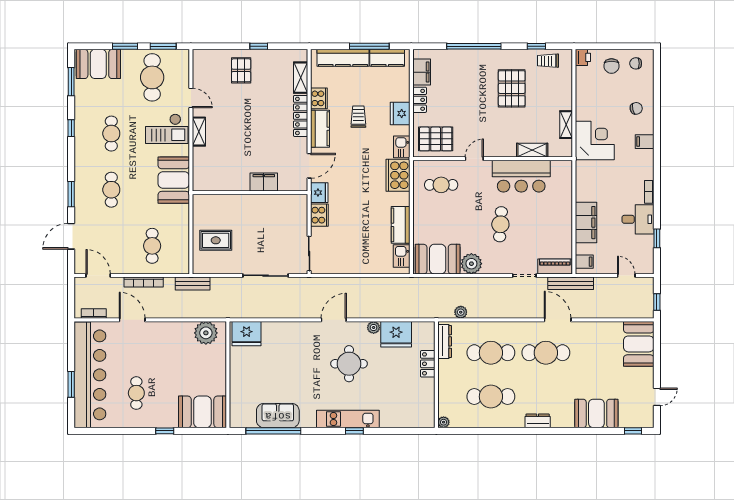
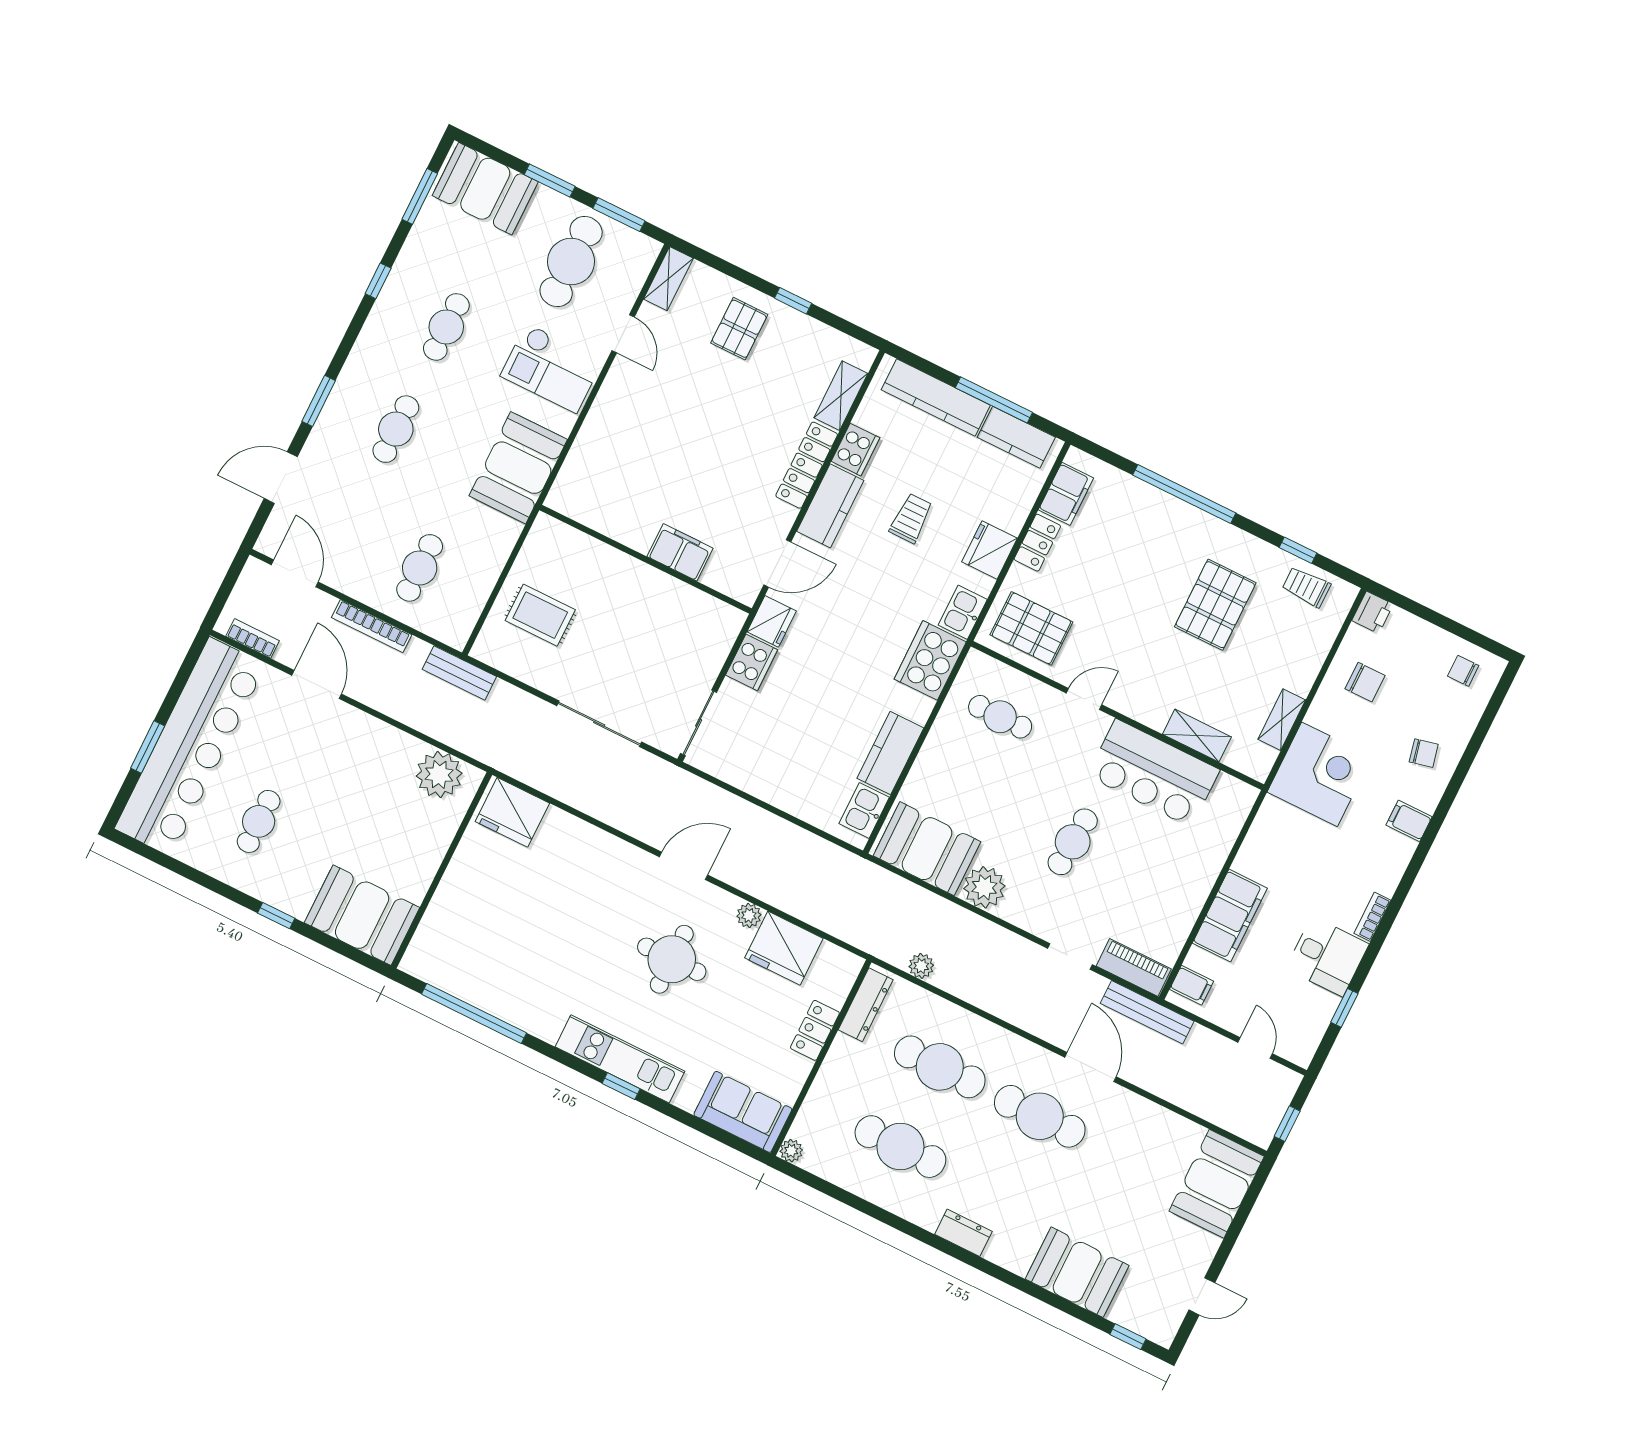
chair: (611, 66) -> (1365, 682), moved, turned -90
shelving: (199, 132) -> (668, 279), moved
sofa: (278, 416) -> (743, 1112), moved

